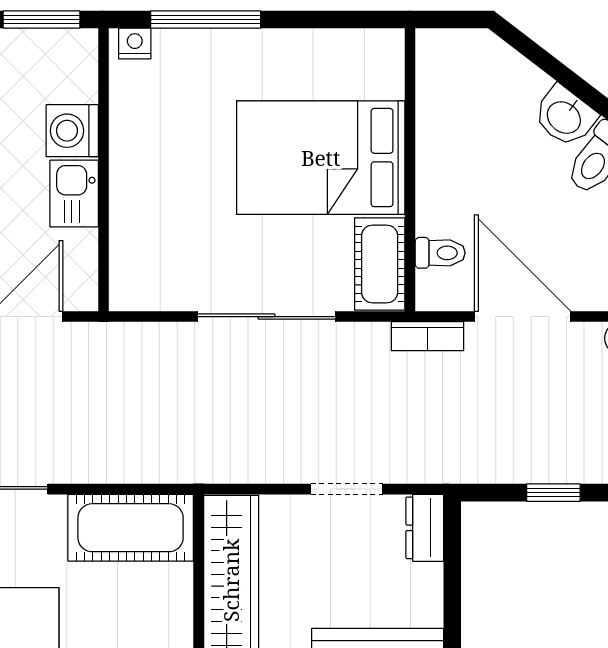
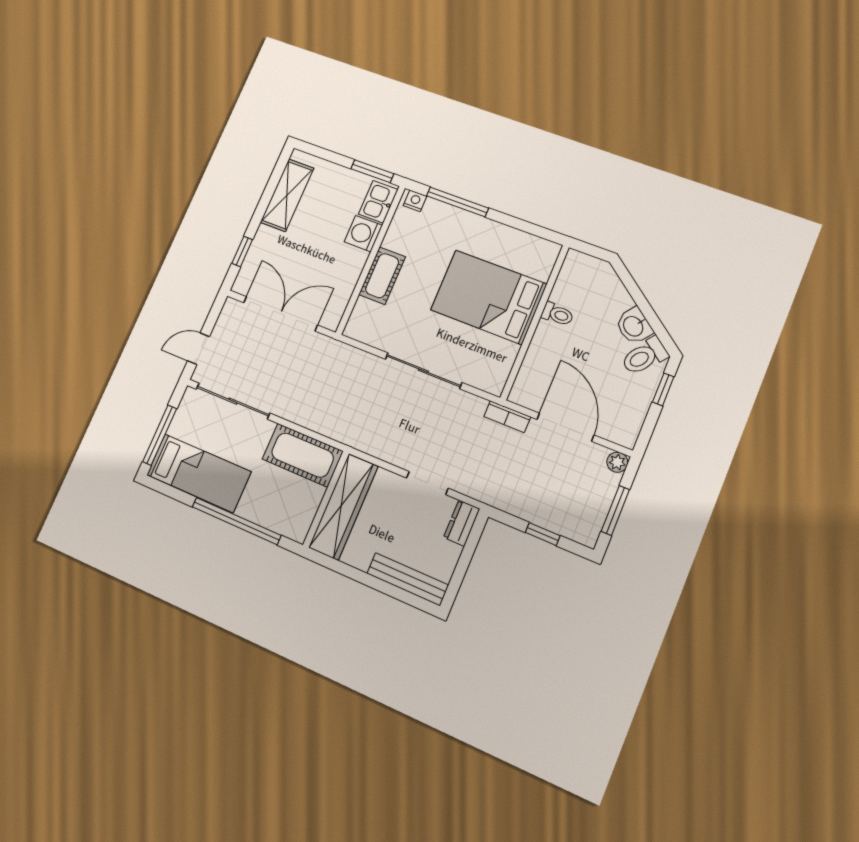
kitchen sink: (74, 194) -> (378, 202), moved
toilet: (440, 253) -> (557, 314), moved
cot: (380, 264) -> (382, 276), moved

